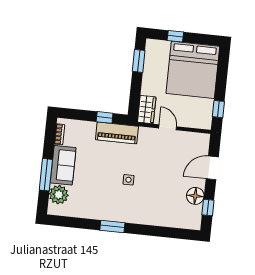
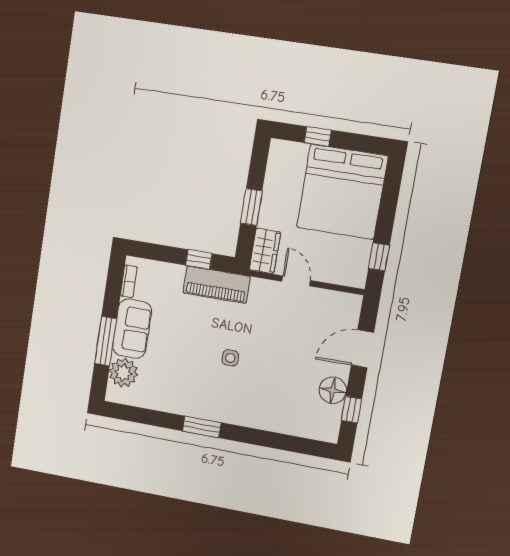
window: (139, 61) -> (251, 207), moved

